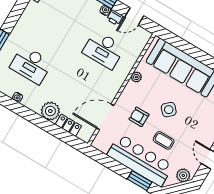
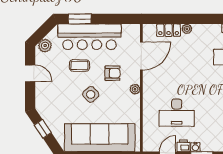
desk: (104, 50) -> (177, 113), turned 180
plant: (136, 77) -> (135, 89), moved
plant: (50, 111) -> (187, 29), width x0.53, depth x0.53

